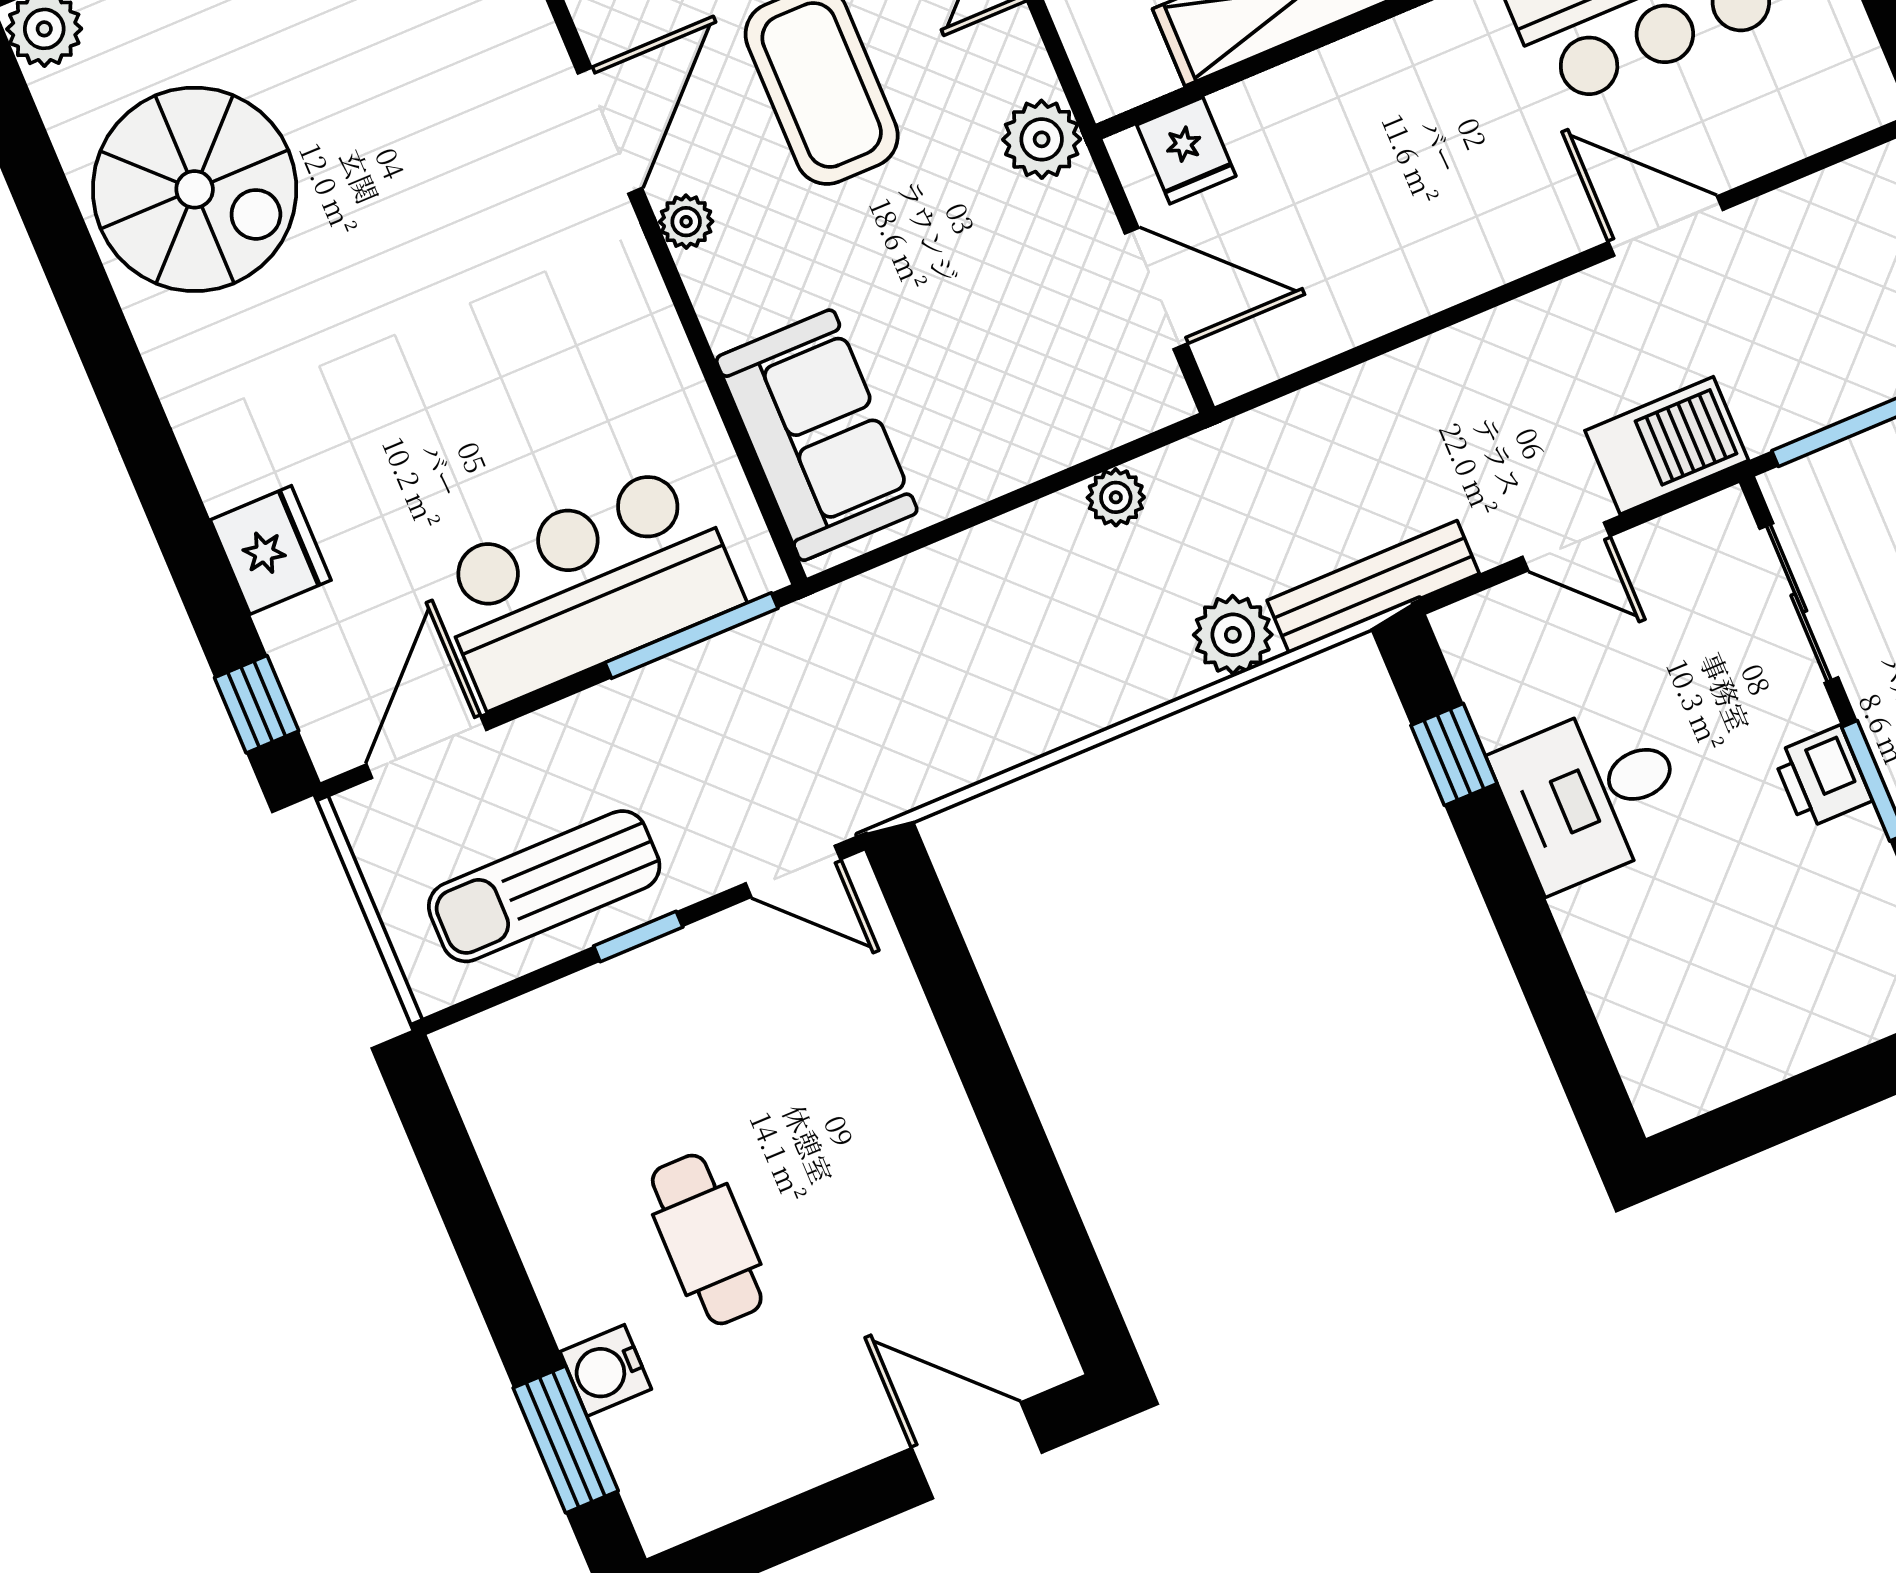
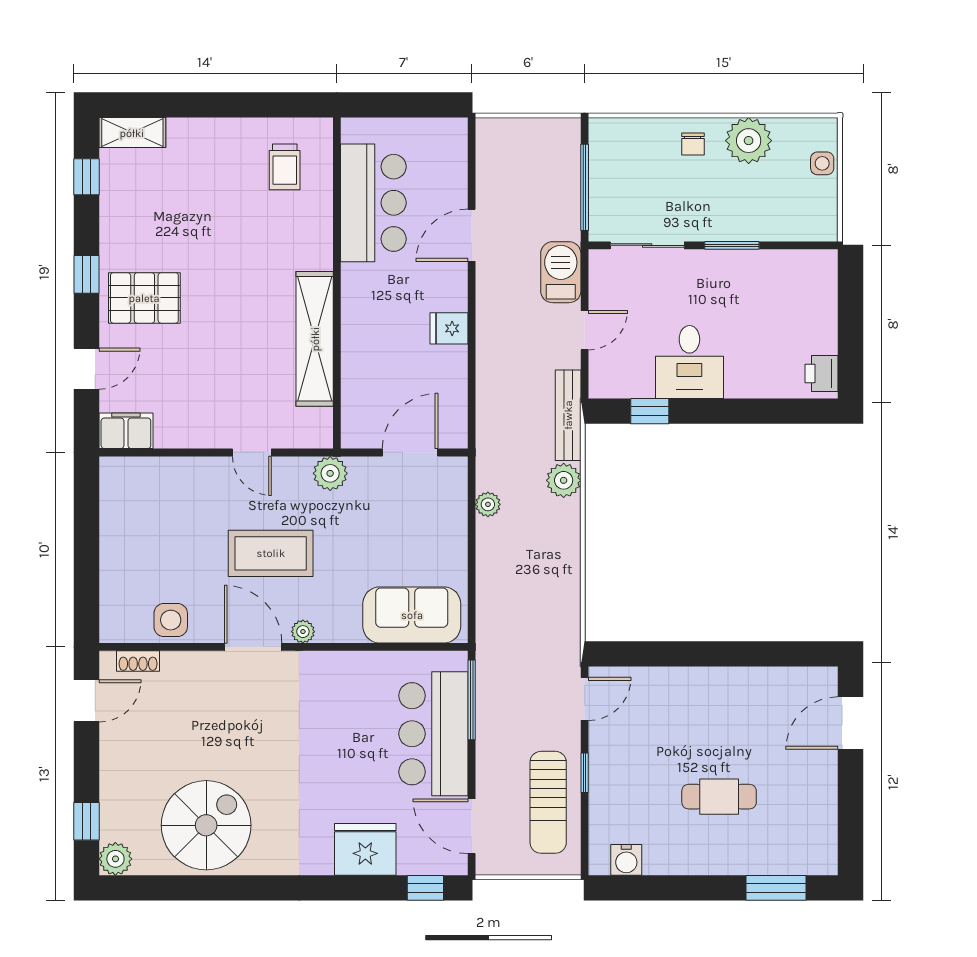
fridge: (1186, 151) -> (449, 328), moved, turned 180
fridge: (271, 550) -> (365, 849), width x1.36, depth x1.34
printer: (1822, 777) -> (822, 373), moved, turned 90
water cooler: (606, 1370) -> (626, 860), moved

